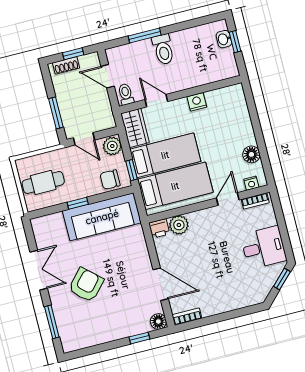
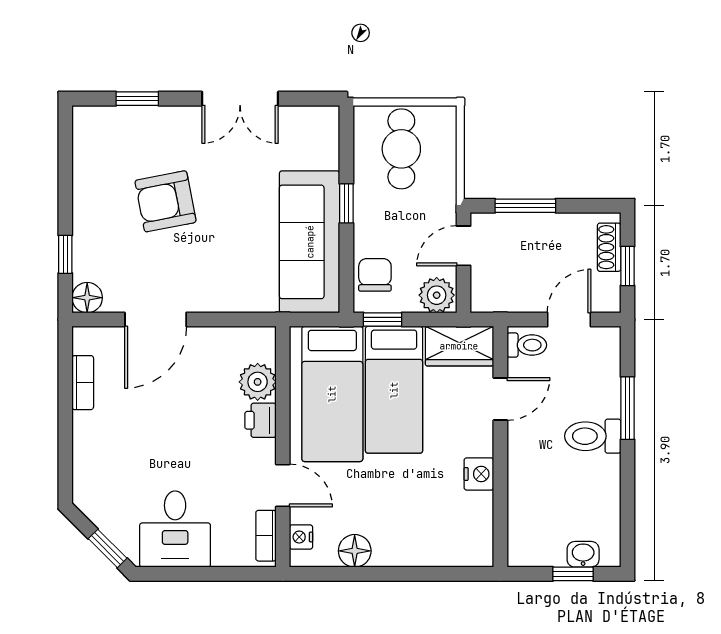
printer: (159, 228) -> (260, 420), moved
armchair: (86, 285) -> (166, 201), moved, turned 127
bookcase: (187, 317) -> (83, 383), moved
window: (52, 322) -> (137, 99), width x0.67

